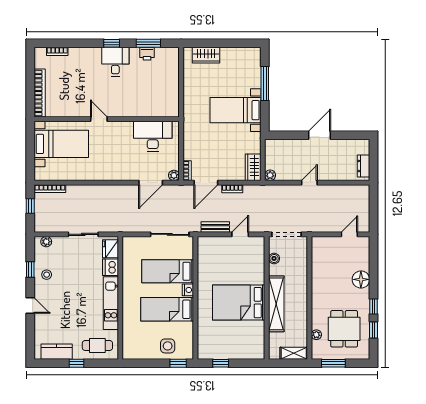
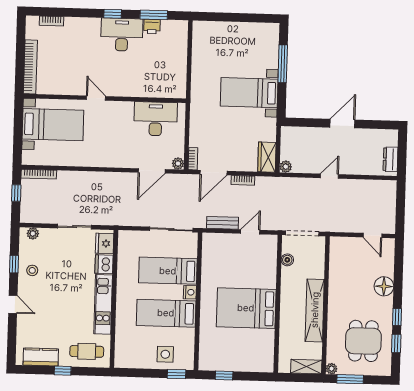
wardrobe: (206, 55) -> (218, 30), removed
desk: (115, 62) -> (122, 35), width x1.37
door: (349, 234) -> (372, 235), swing flipped
shelving: (276, 304) -> (315, 310), moved
plant: (316, 335) -> (331, 369), moved

